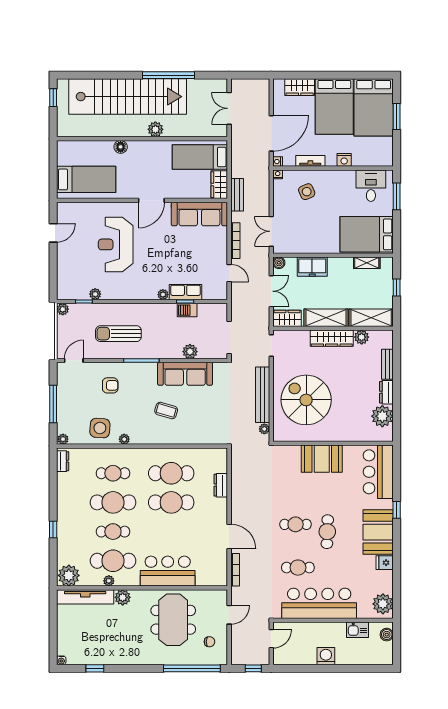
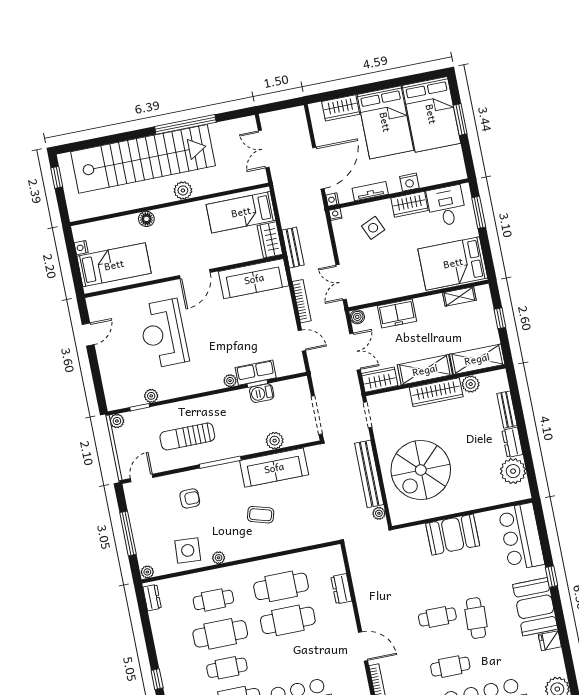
nightstand: (62, 160) -> (81, 248), added
wardrobe: (341, 178) -> (409, 204), added
spiral stairs: (306, 400) -> (421, 470), turned -90

